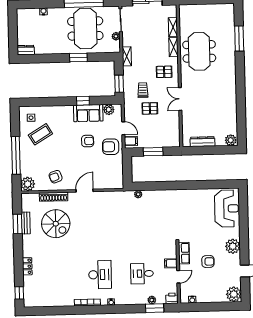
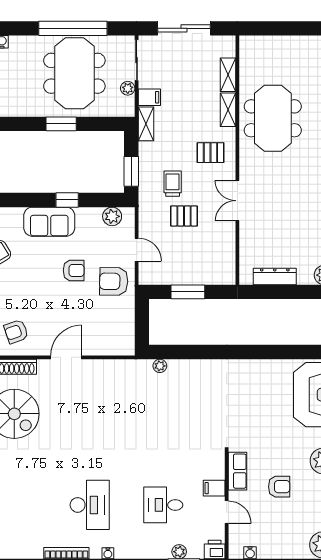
sofa: (88, 113) -> (49, 222), moved
filing cabinet: (131, 141) -> (149, 97), moved
door: (178, 277) -> (227, 512), hinge flipped

